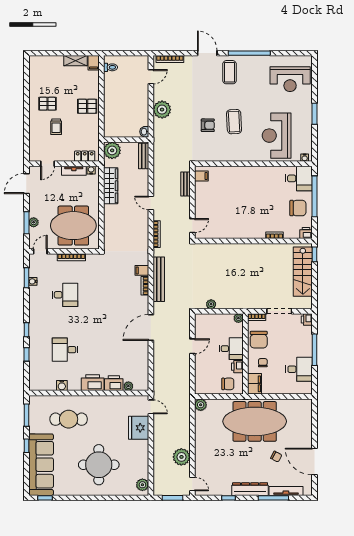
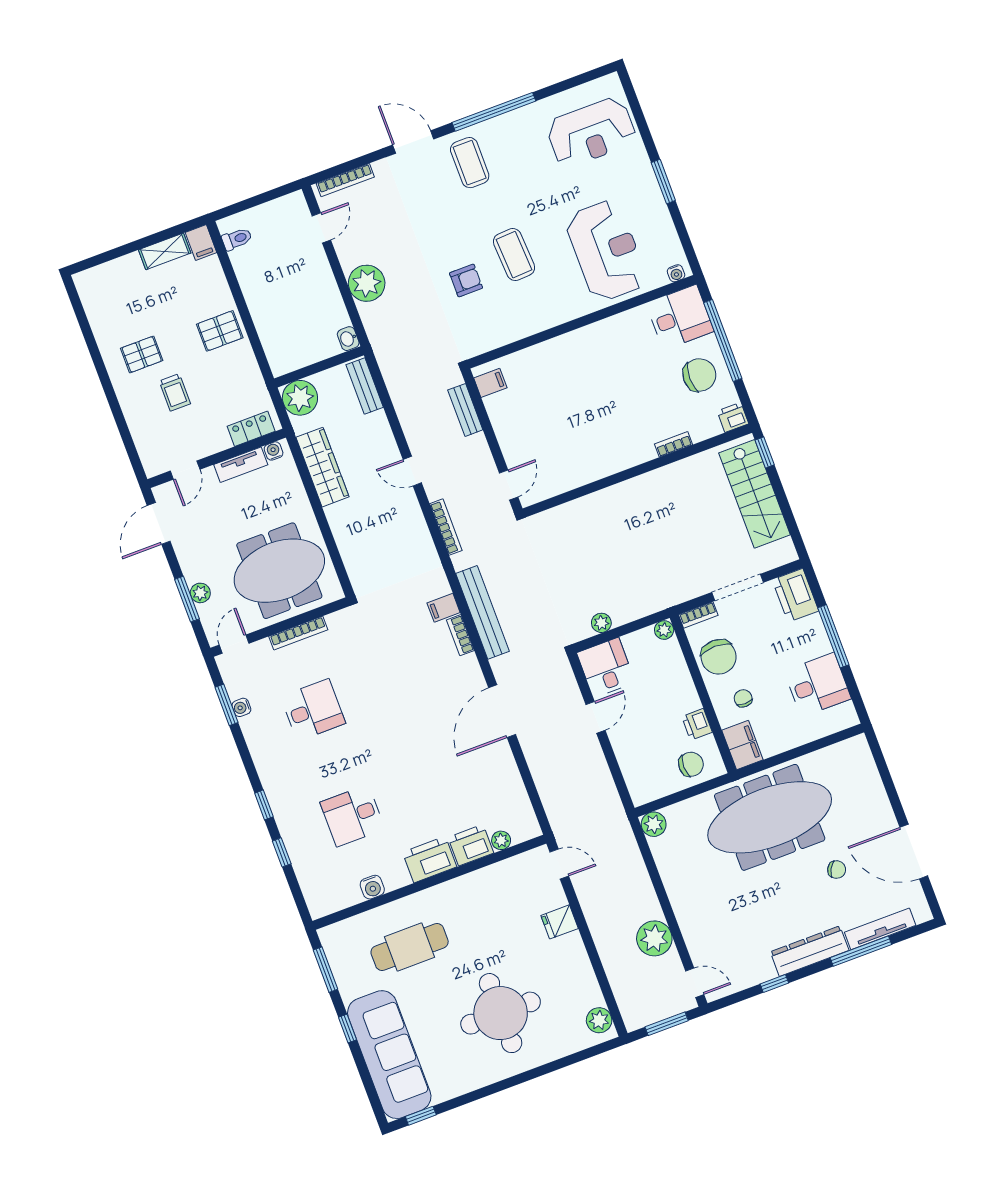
reception desk: (277, 136) -> (606, 251), turned 180
printer: (307, 319) -> (795, 595), width x1.87, depth x1.48
desk: (231, 349) -> (606, 668), moved, turned -90
fridge: (139, 428) -> (560, 922), width x0.53, depth x0.75

